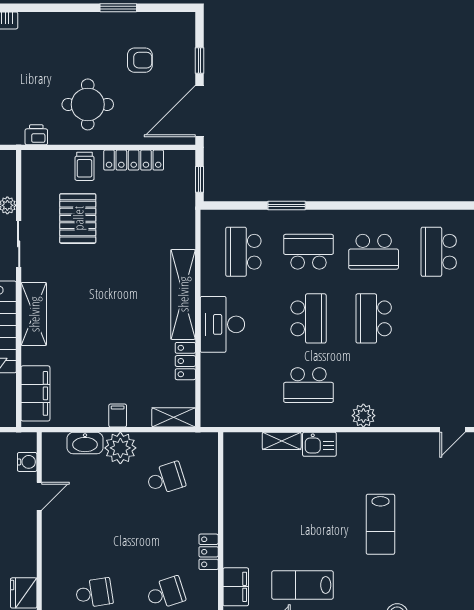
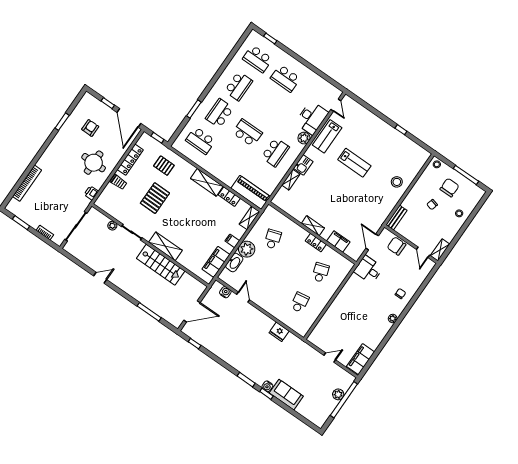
pallet: (78, 218) -> (155, 198), moved, turned 90
pallet: (162, 221) -> (164, 166), added
shelving: (183, 294) -> (207, 182), width x0.68
school desk: (374, 318) -> (285, 78), moved
desk: (222, 324) -> (312, 118), moved, turned -90
piano: (216, 391) -> (251, 192), added
filing cabinet: (35, 393) -> (216, 262), moved, turned -90
shelving: (233, 528) -> (313, 226), added
lab bench: (302, 585) -> (327, 136), moved

